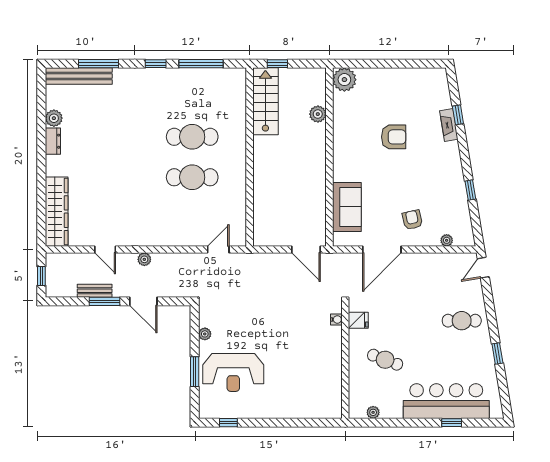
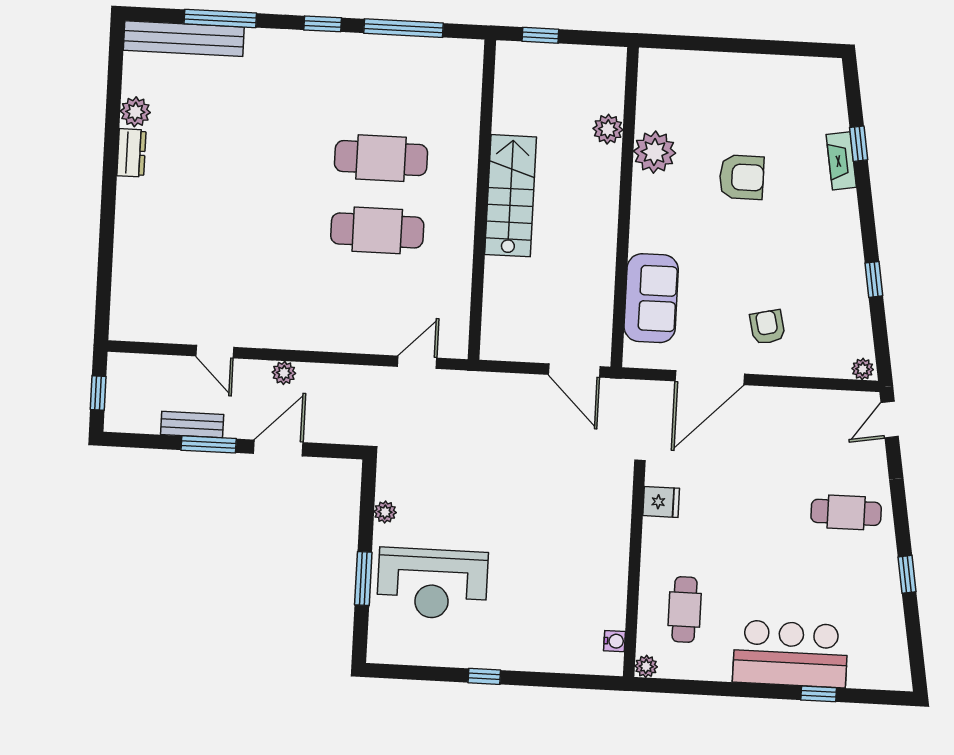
plant: (344, 80) -> (654, 152), moved
stairs: (265, 101) -> (511, 196), moved
wardrobe: (57, 212) -> (132, 279), removed
plant: (447, 240) -> (863, 369), moved
door: (143, 301) -> (278, 448), swing flipped
water cooler: (336, 319) -> (614, 641), moved
cafe table: (385, 360) -> (685, 609), moved, turned 69
bar counter: (446, 401) -> (790, 654), width x0.73
plant: (373, 412) -> (646, 666), moved
window: (228, 423) -> (484, 676), moved

